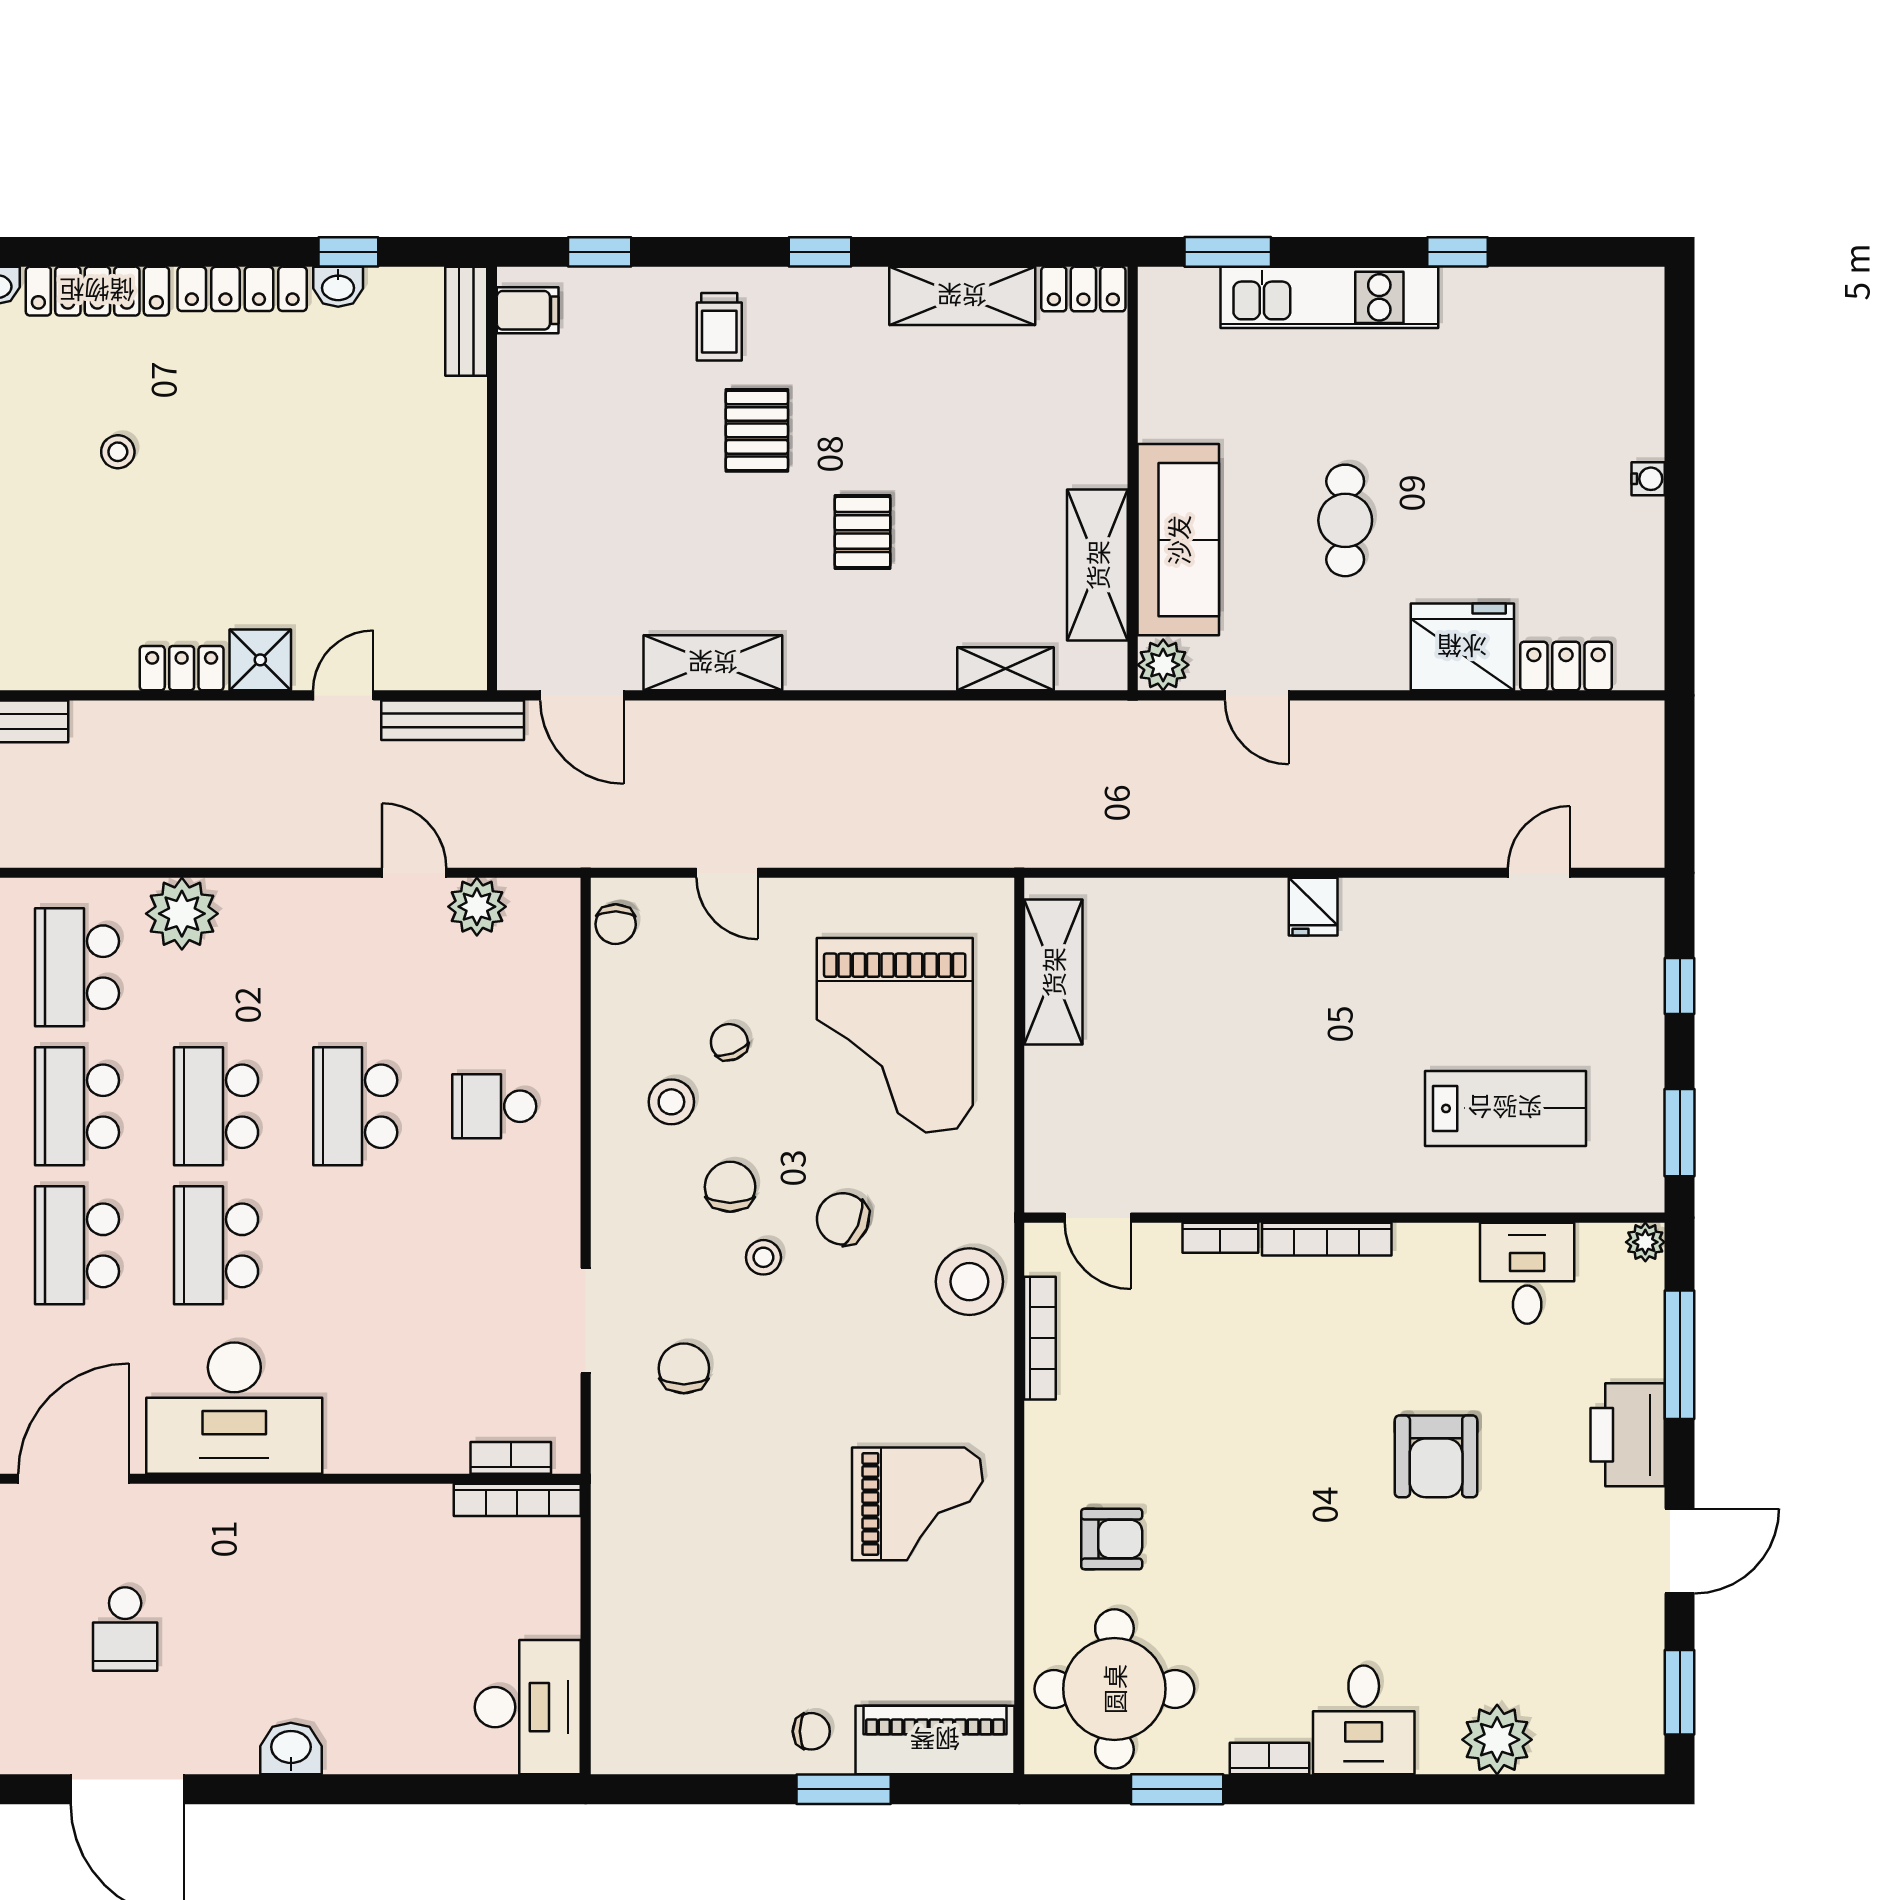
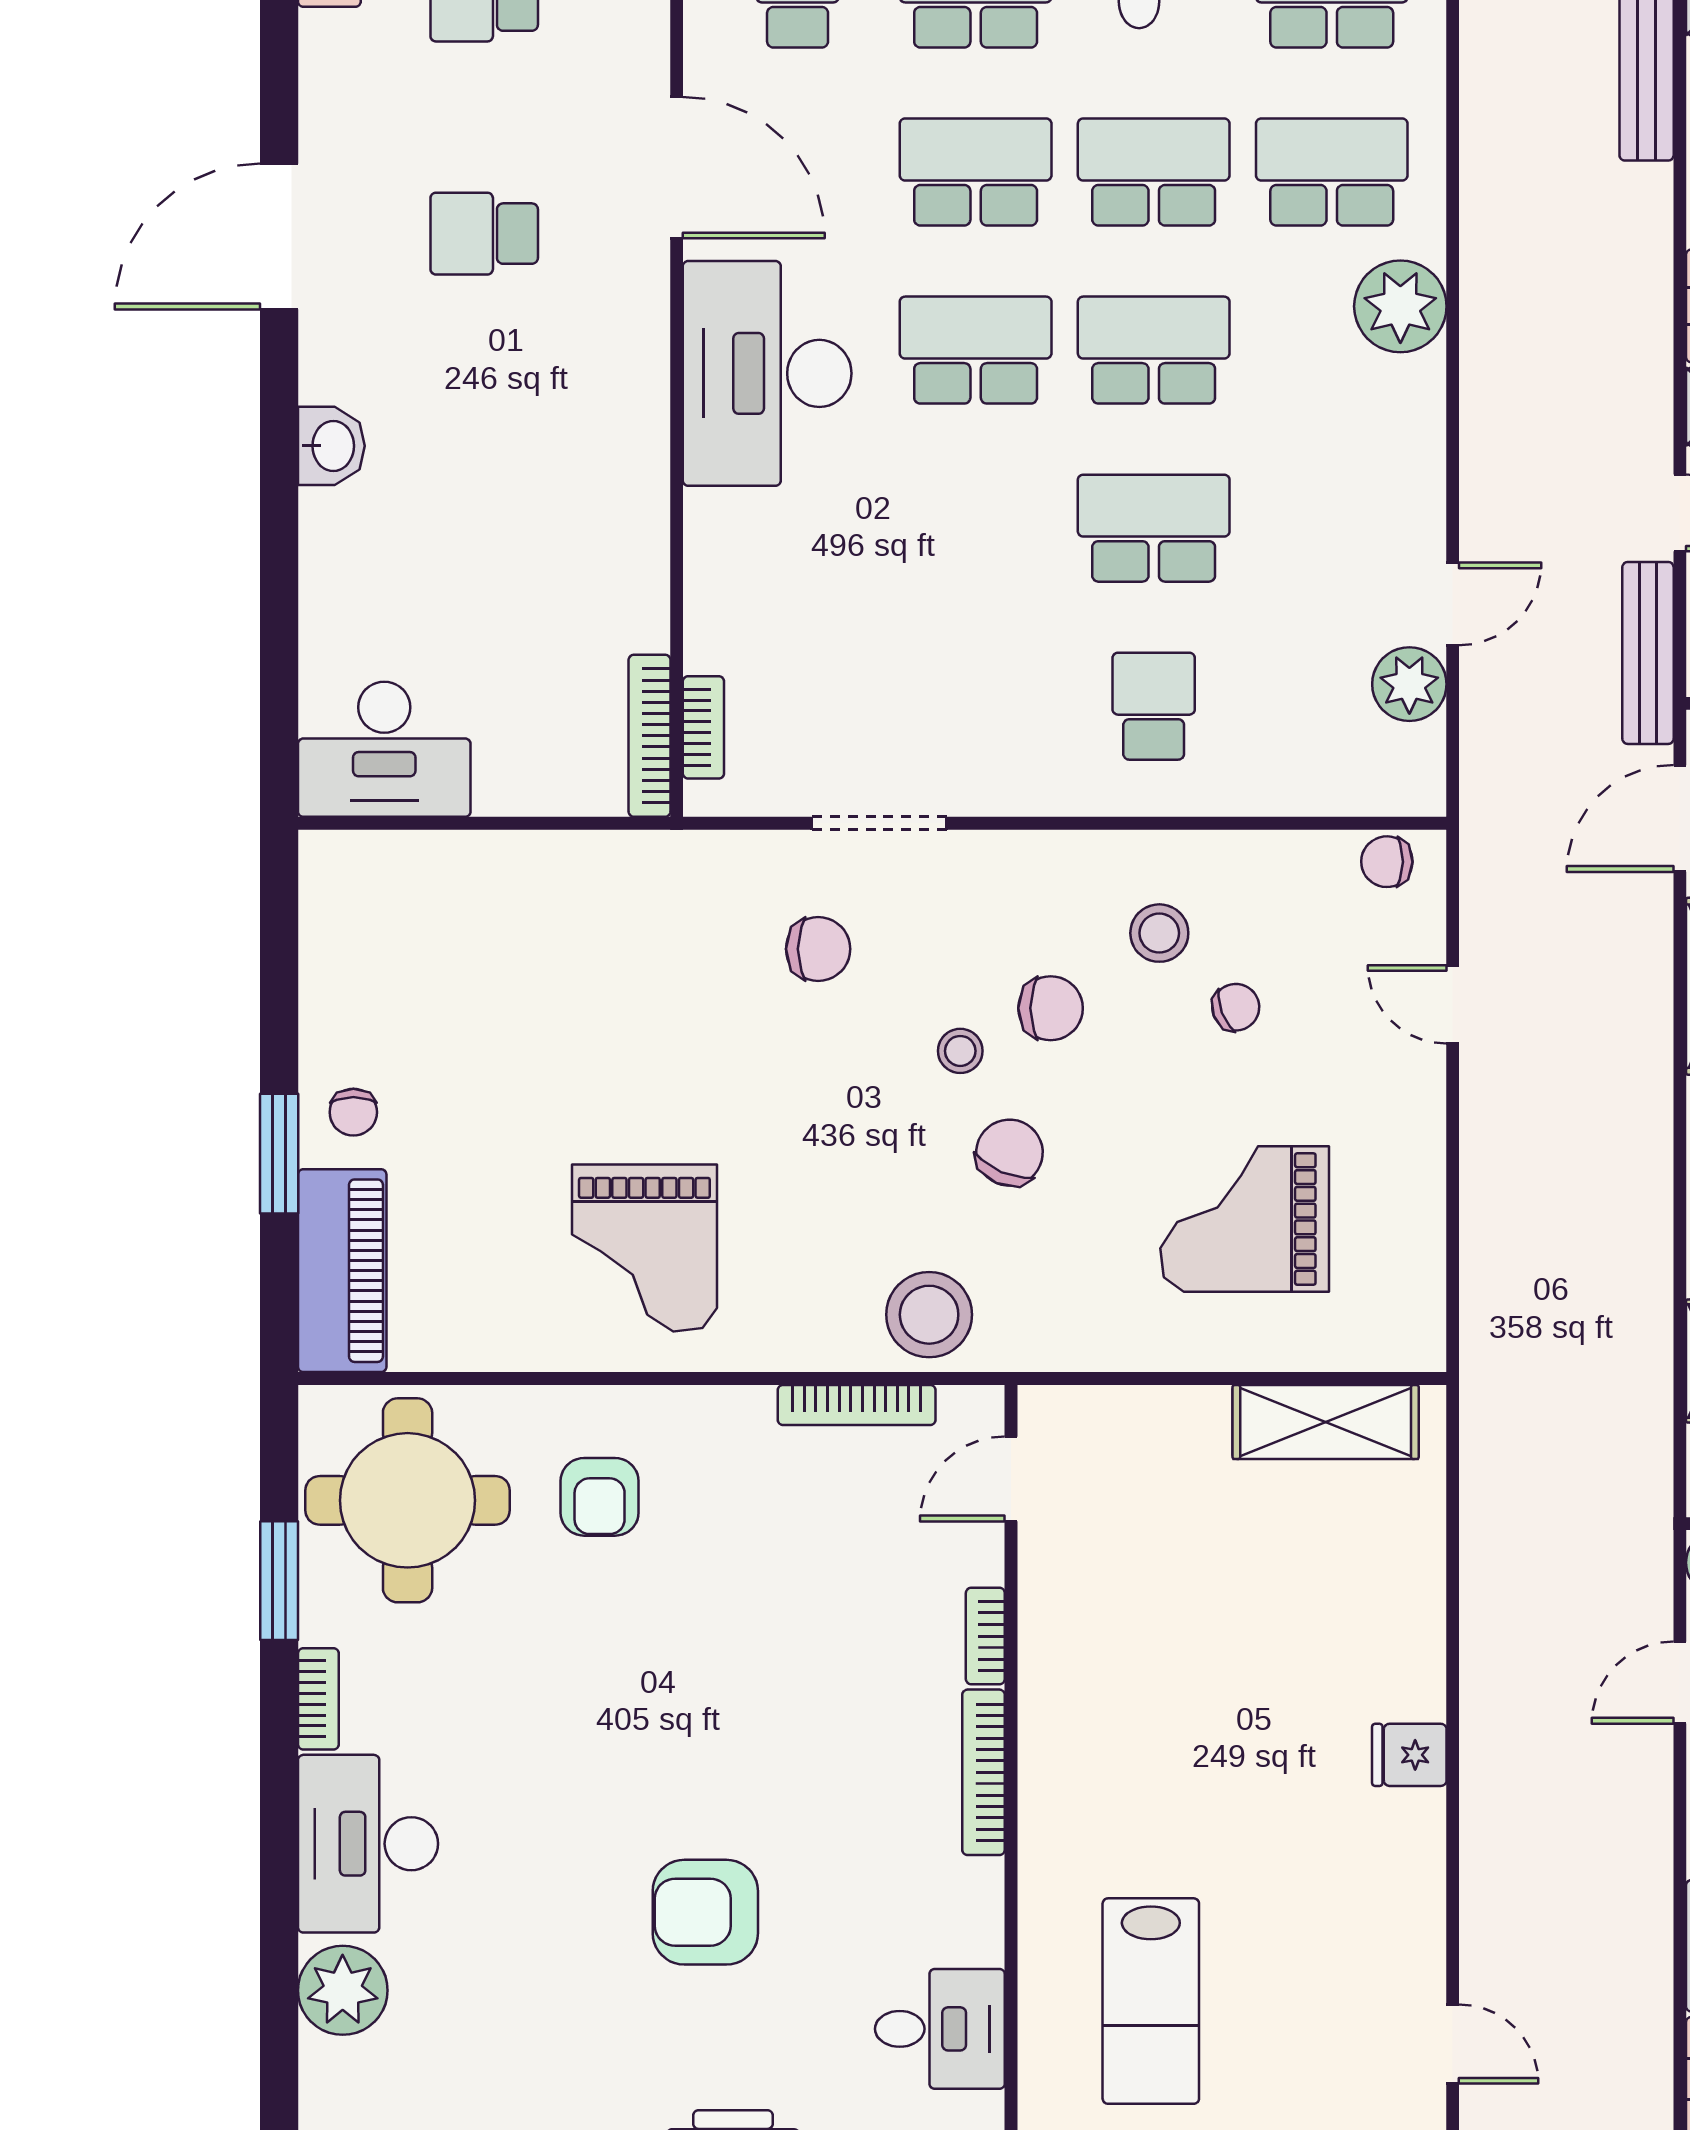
door: (727, 873) -> (1453, 1004), hinge flipped
grand piano: (895, 1035) -> (1245, 1219), width x0.73, depth x0.68
desk: (1364, 1720) -> (368, 1844), width x1.37

